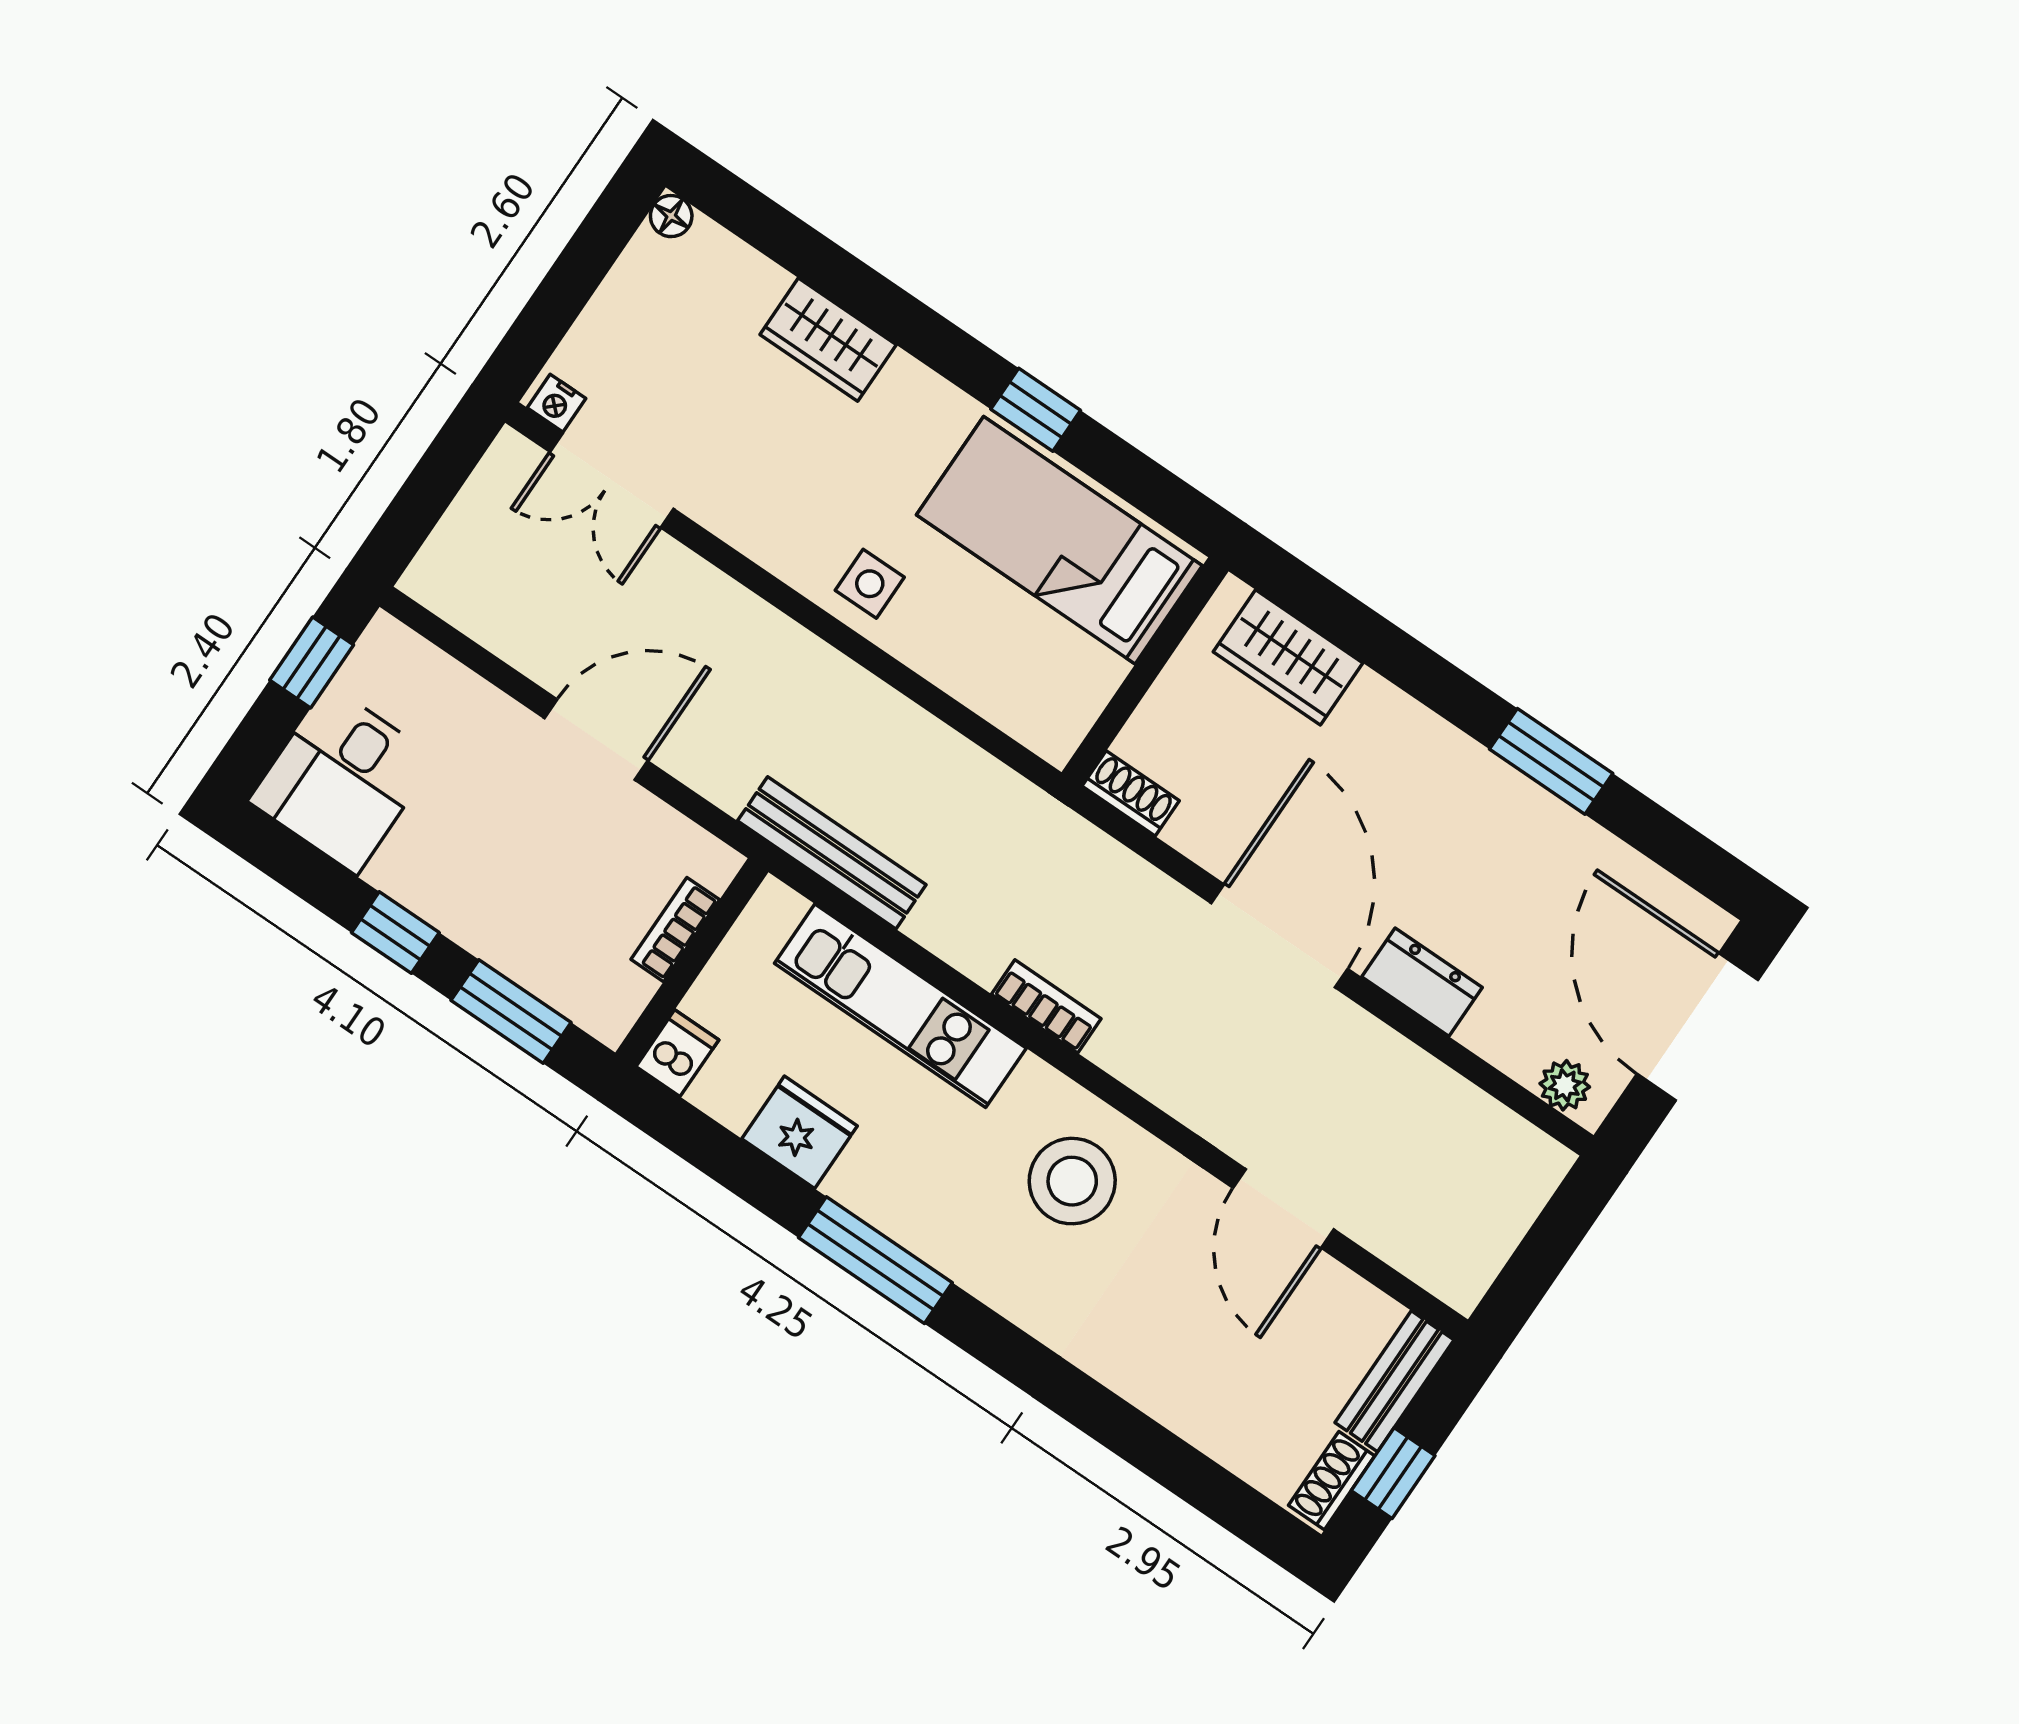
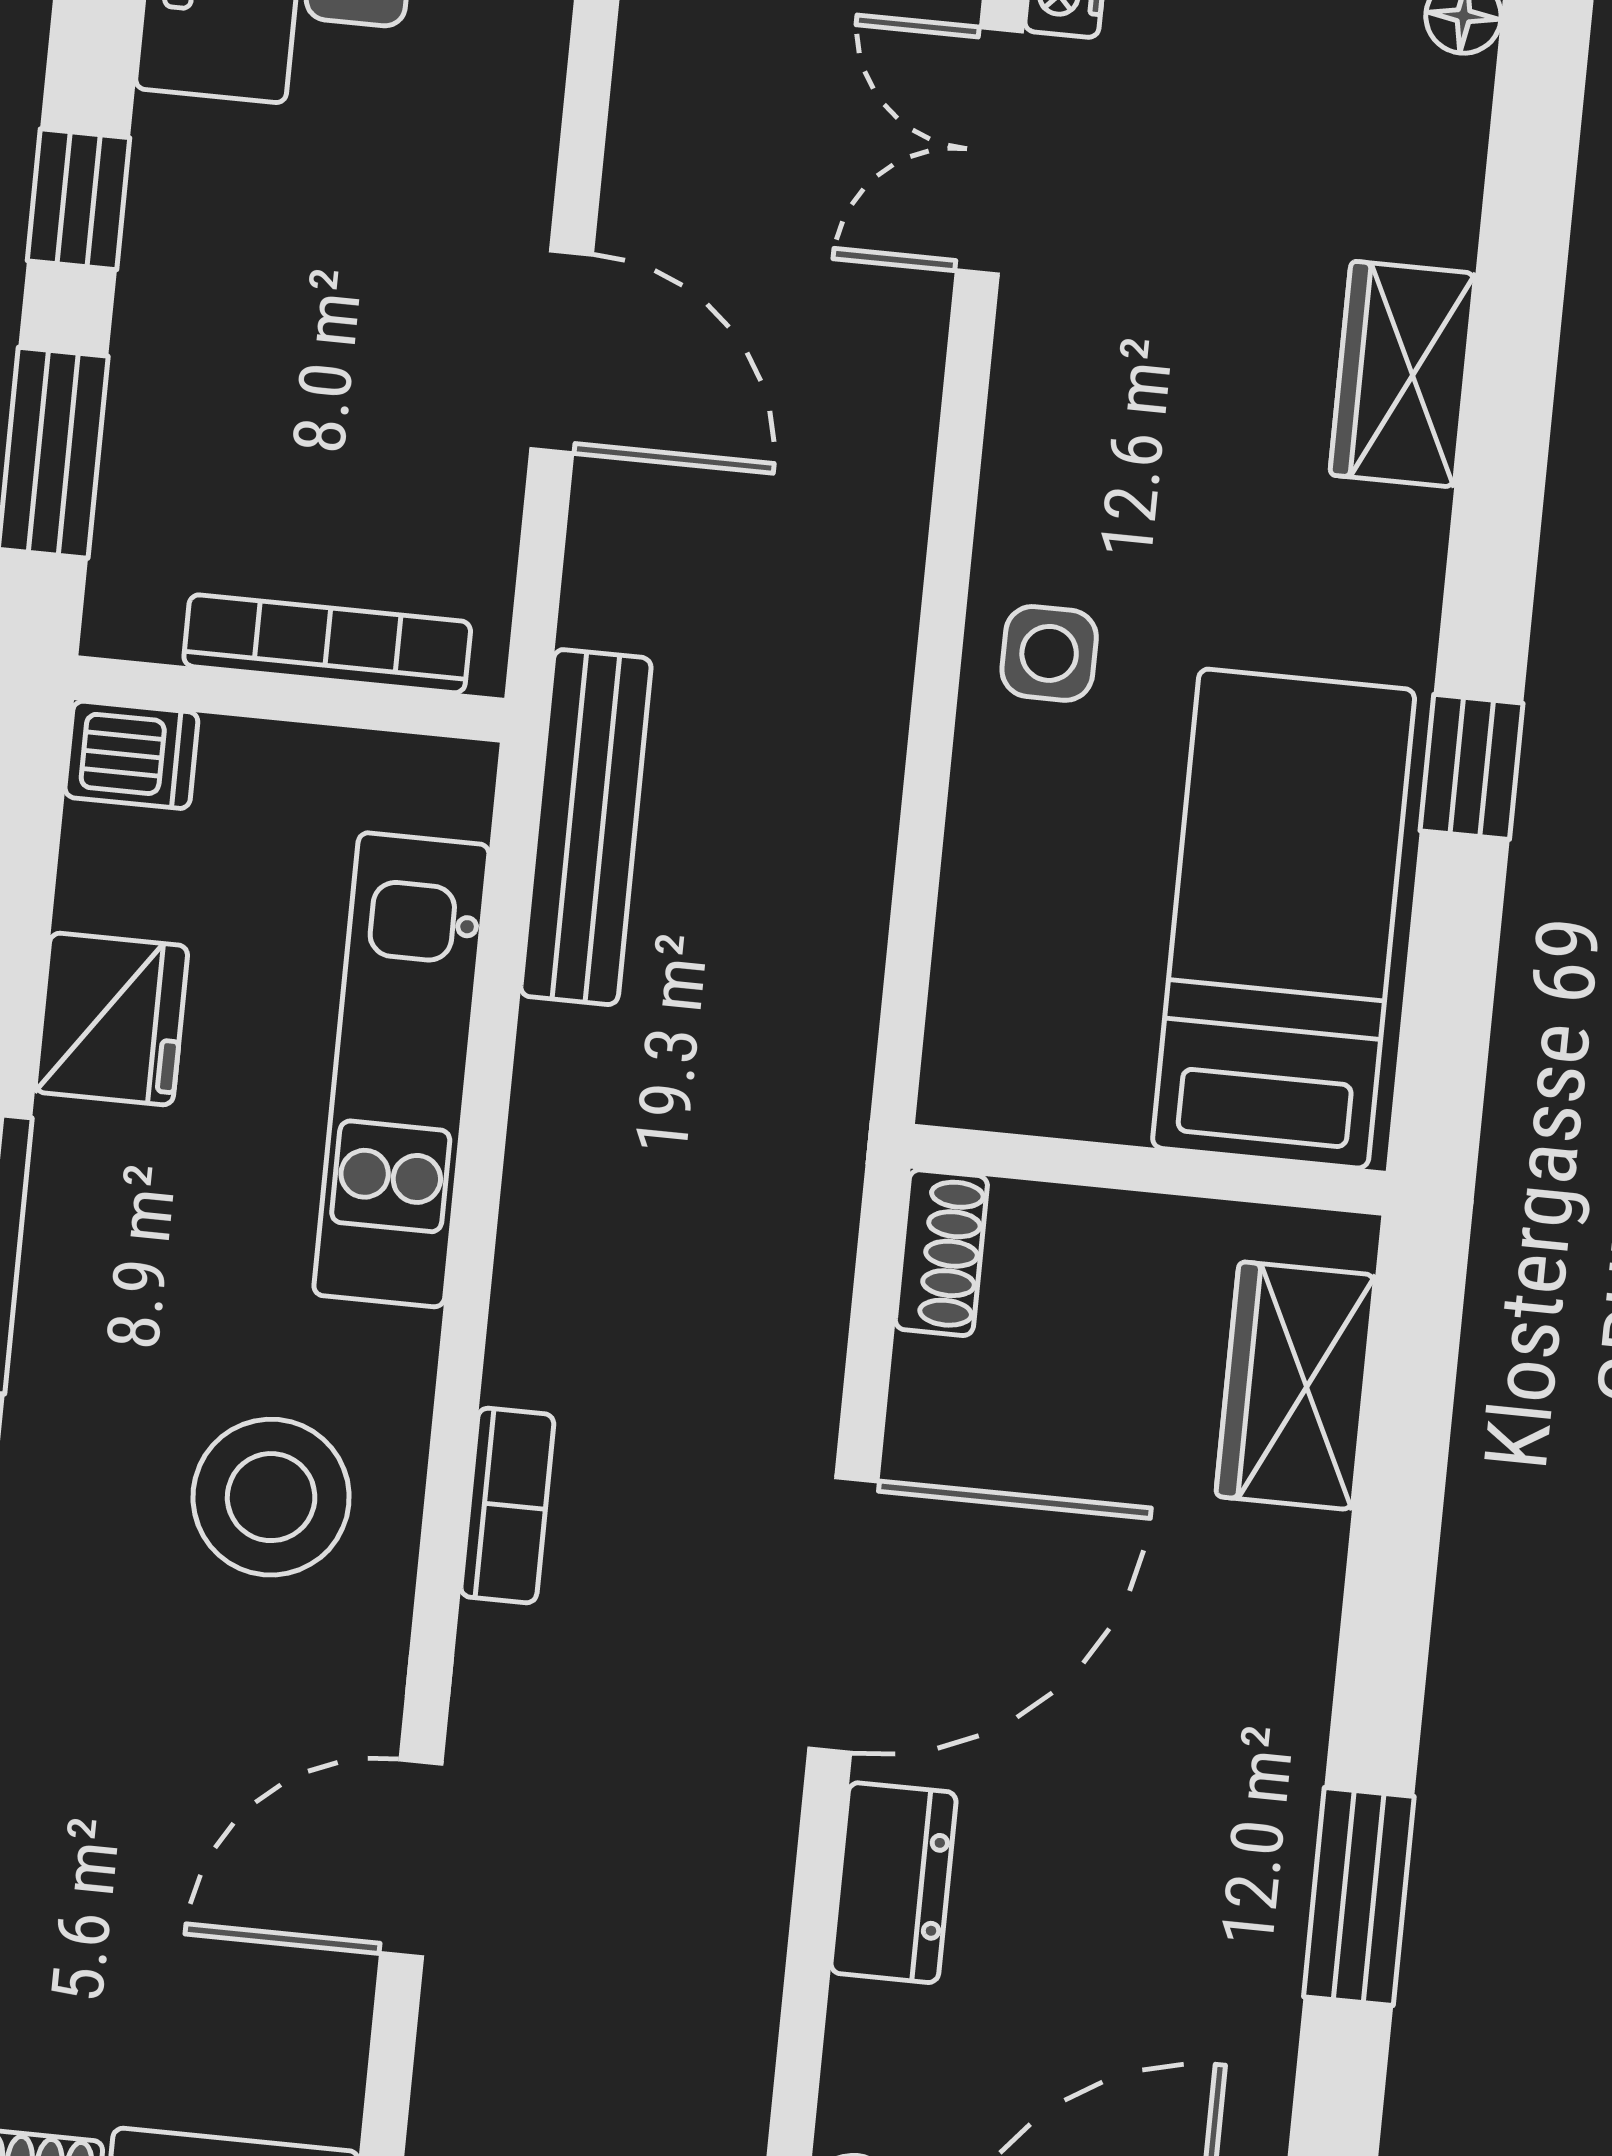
bookcase: (675, 930) -> (327, 644), width x1.56
bookcase: (1046, 1006) -> (507, 1505), moved

